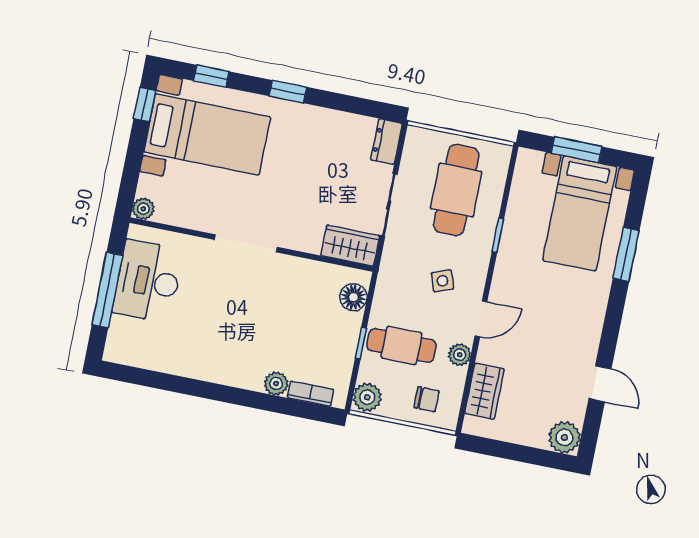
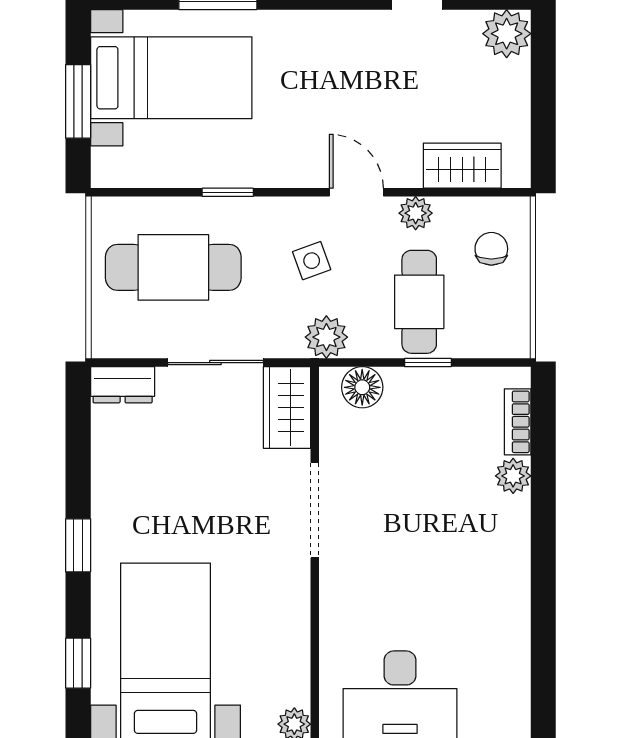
doorway: (246, 243) -> (315, 510), moved
plant: (367, 397) -> (326, 337), moved

